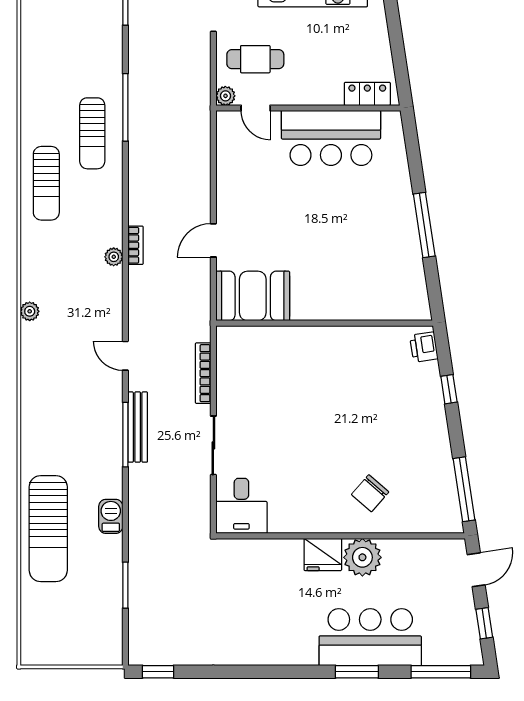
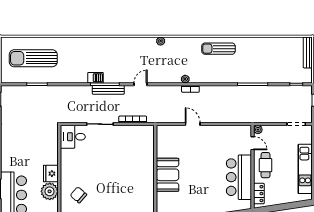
cafe table: (255, 59) -> (266, 165), moved
door: (256, 108) -> (252, 143), swing flipped
sun lounger: (92, 133) -> (241, 69), removed
booth: (253, 296) -> (168, 175), moved
barbecue: (111, 516) -> (96, 78), moved
sun lounger: (48, 529) -> (33, 58), moved

